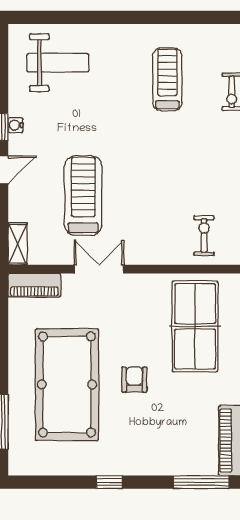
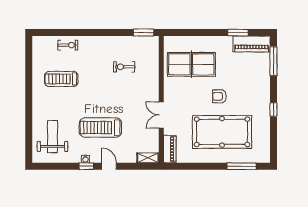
treadmill: (83, 196) -> (100, 128), moved
exercise bike: (204, 236) -> (124, 67), moved

